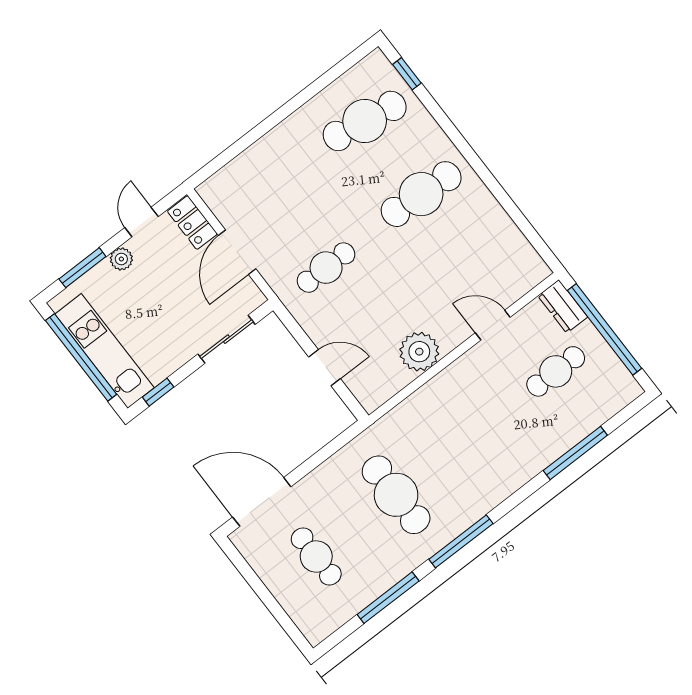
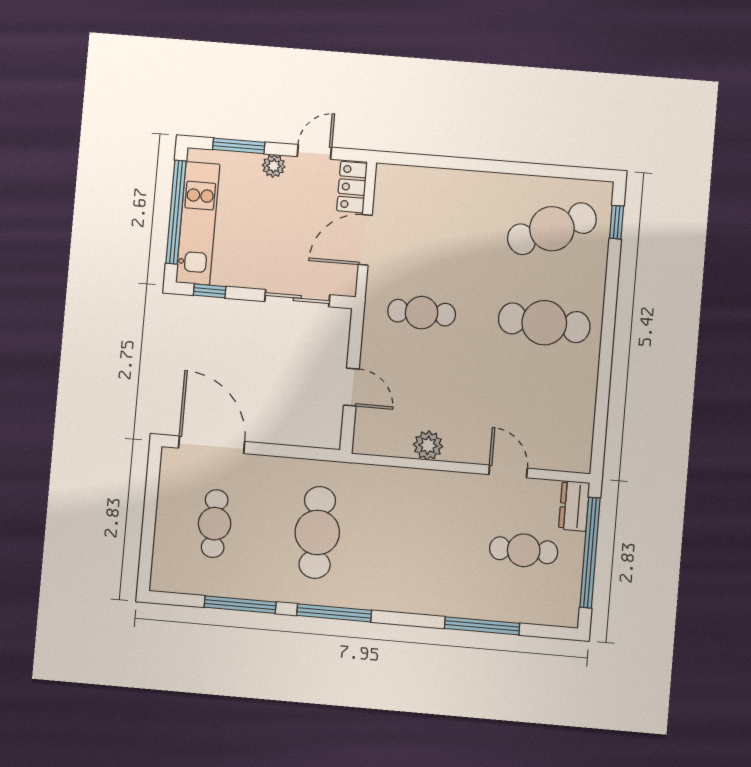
cafe table: (365, 121) -> (552, 229), turned -33
plant: (419, 352) -> (428, 445), width x0.73, depth x0.73

